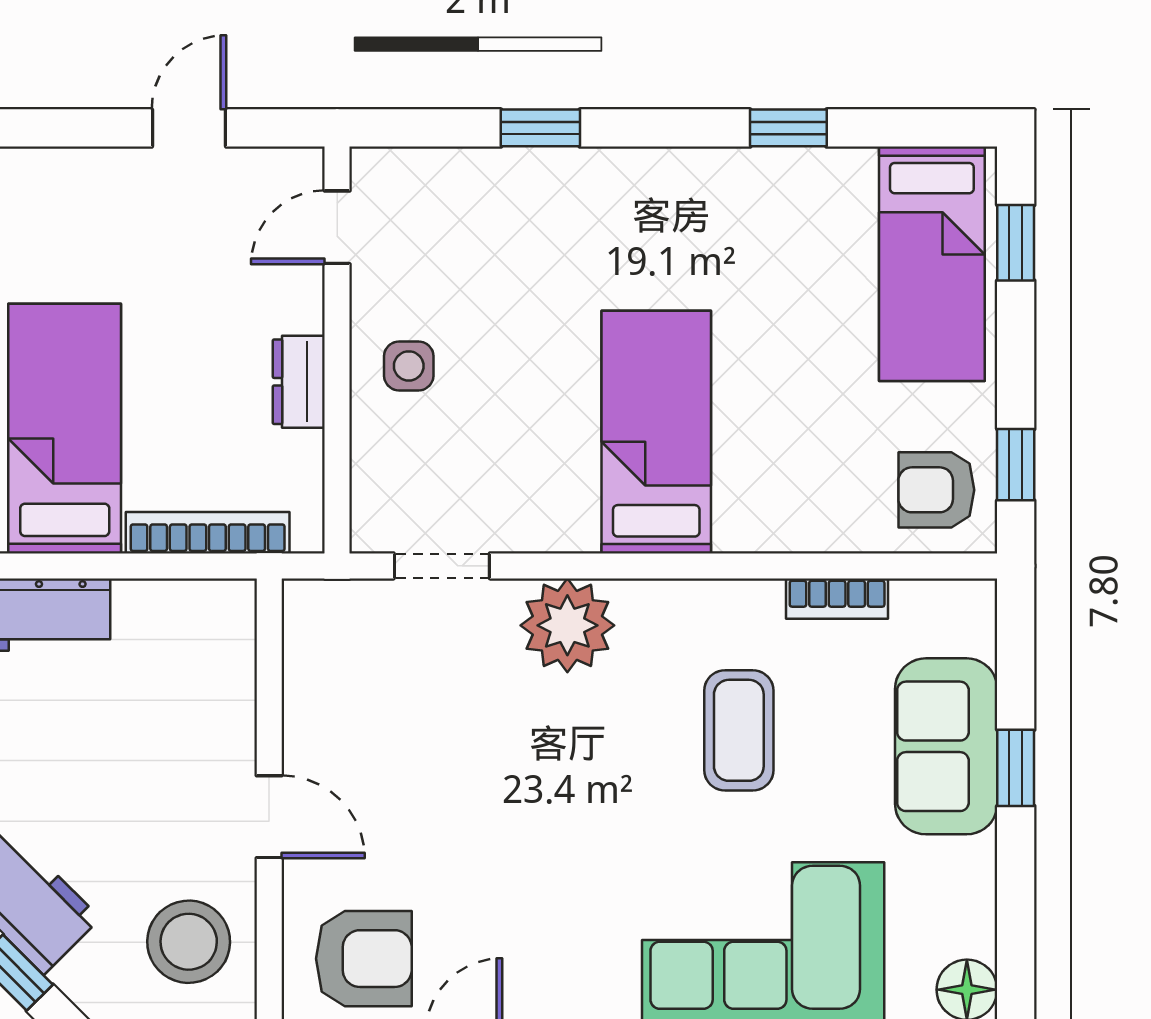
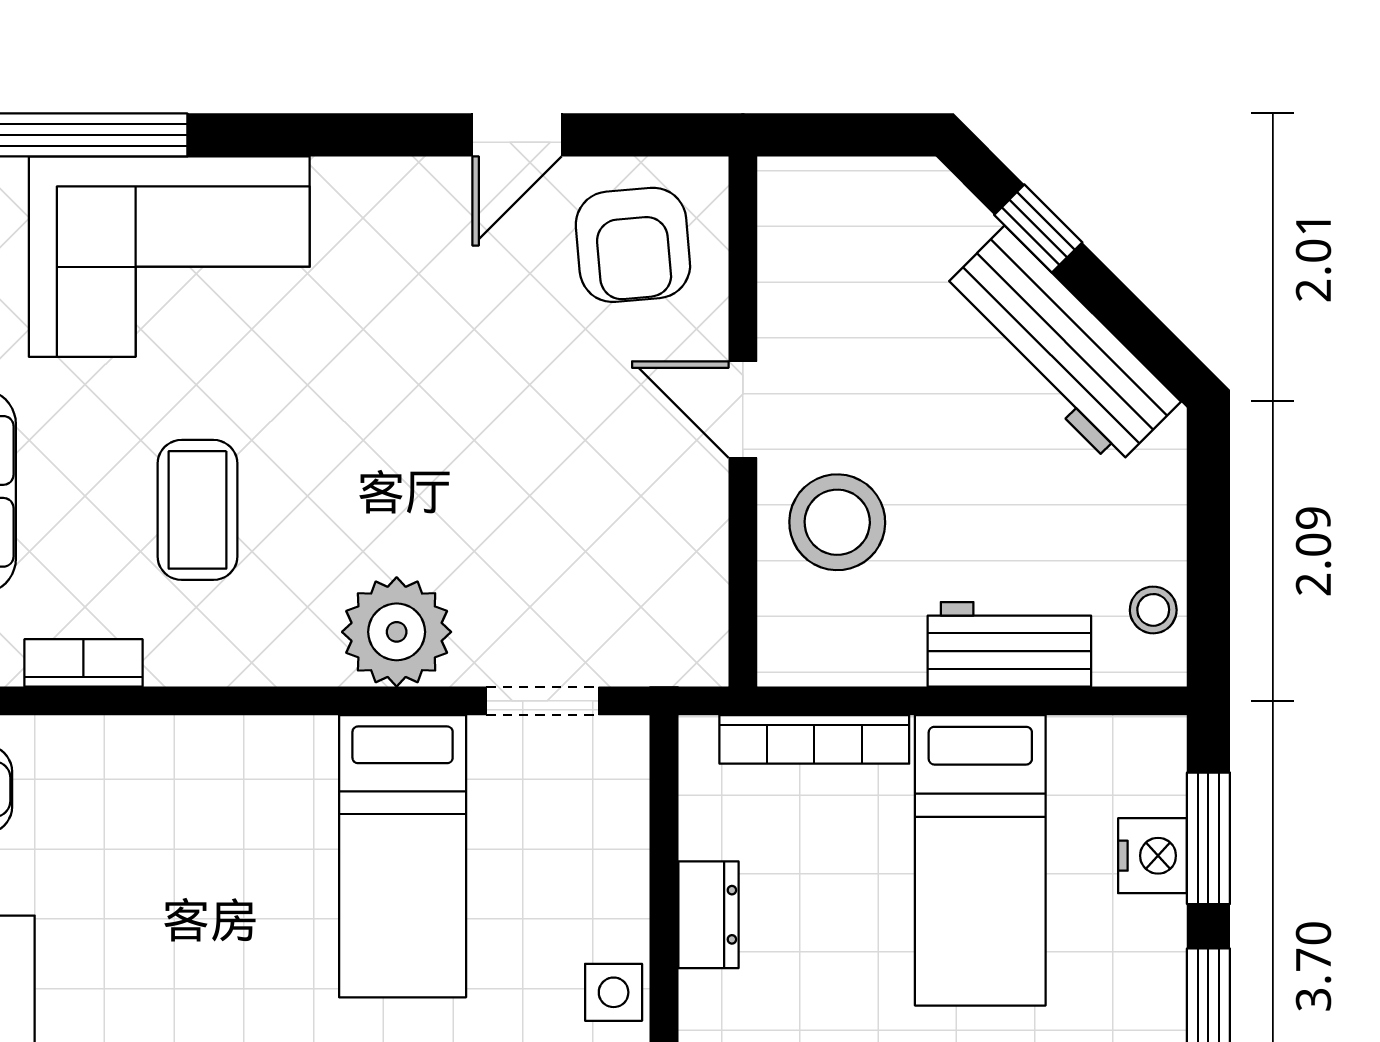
side table: (409, 366) -> (614, 992), moved
bed: (656, 432) -> (403, 856), moved
stool: (189, 942) -> (837, 522), moved
armchair: (364, 959) -> (633, 245), turned -95

